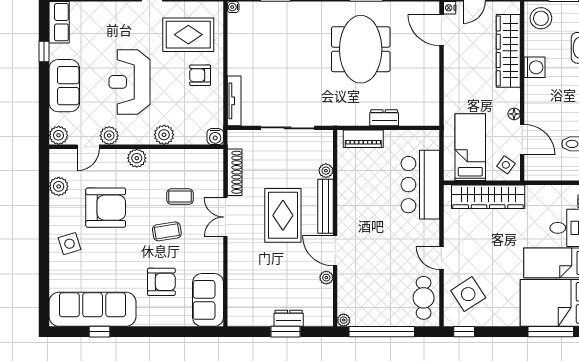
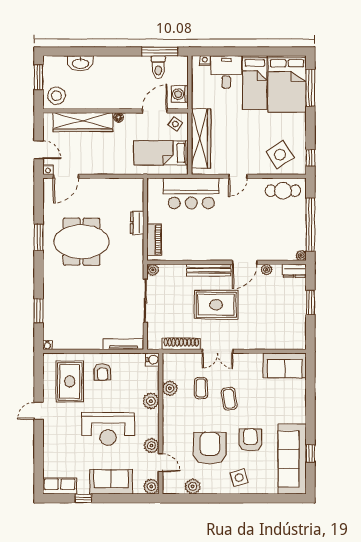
washing machine: (534, 67) -> (180, 94), moved, turned -90
floor lamp: (514, 114) -> (118, 117), moved
plant: (137, 158) -> (170, 388), moved
plant: (326, 171) -> (153, 270), moved
door: (441, 258) -> (238, 176), moved
armchair: (161, 282) -> (250, 440), moved
dresser: (289, 318) -> (294, 271), moved, turned -90

